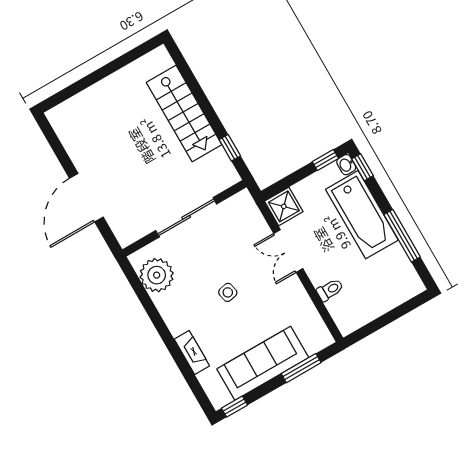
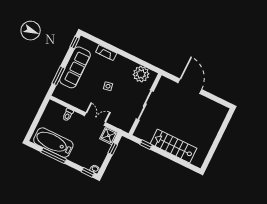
window: (325, 160) -> (113, 149), moved
bathtub: (362, 215) -> (53, 143), moved

